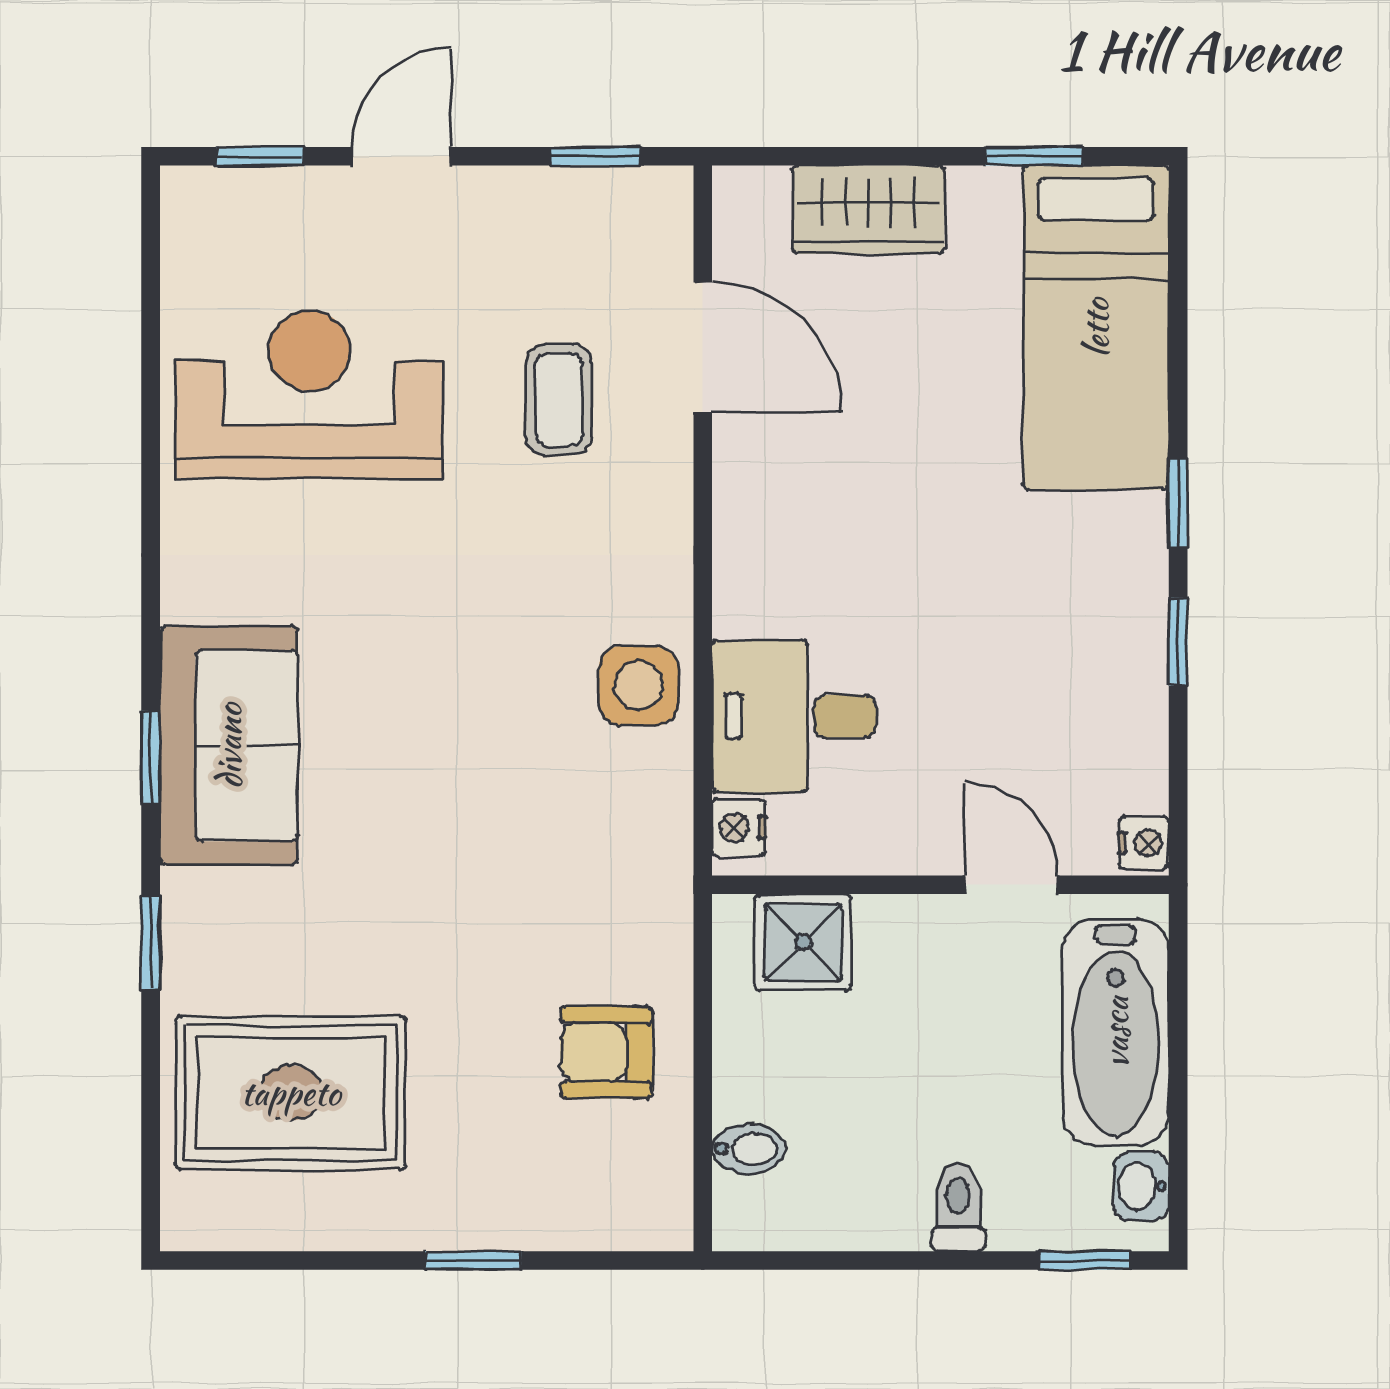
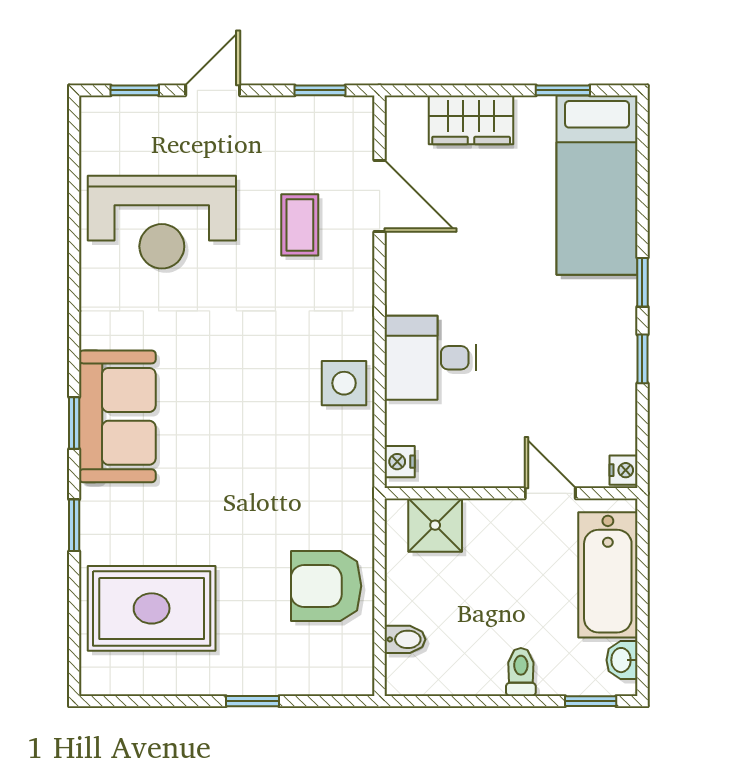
reception desk: (309, 394) -> (162, 222), turned 180
desk: (794, 716) -> (430, 358), moved
armchair: (606, 1052) -> (326, 586), width x1.38, depth x1.38

